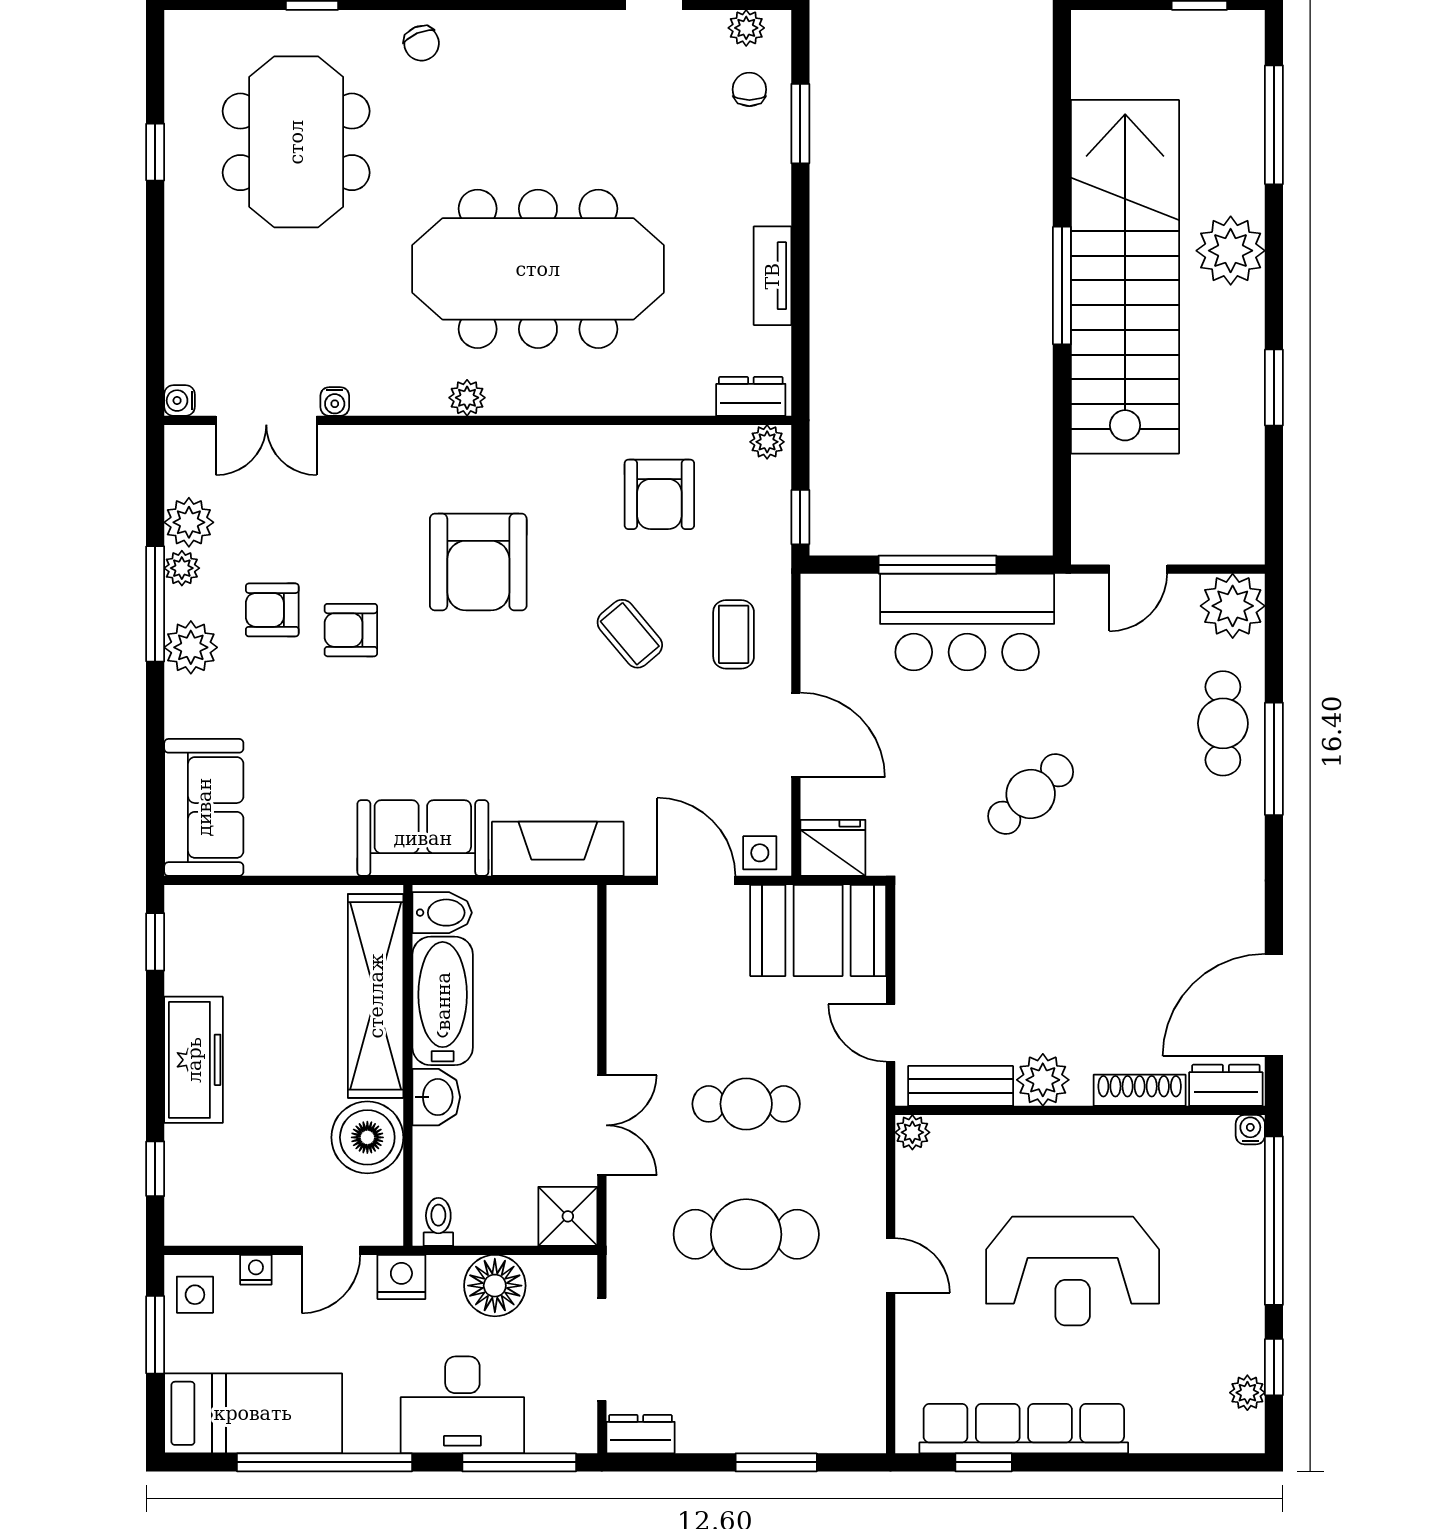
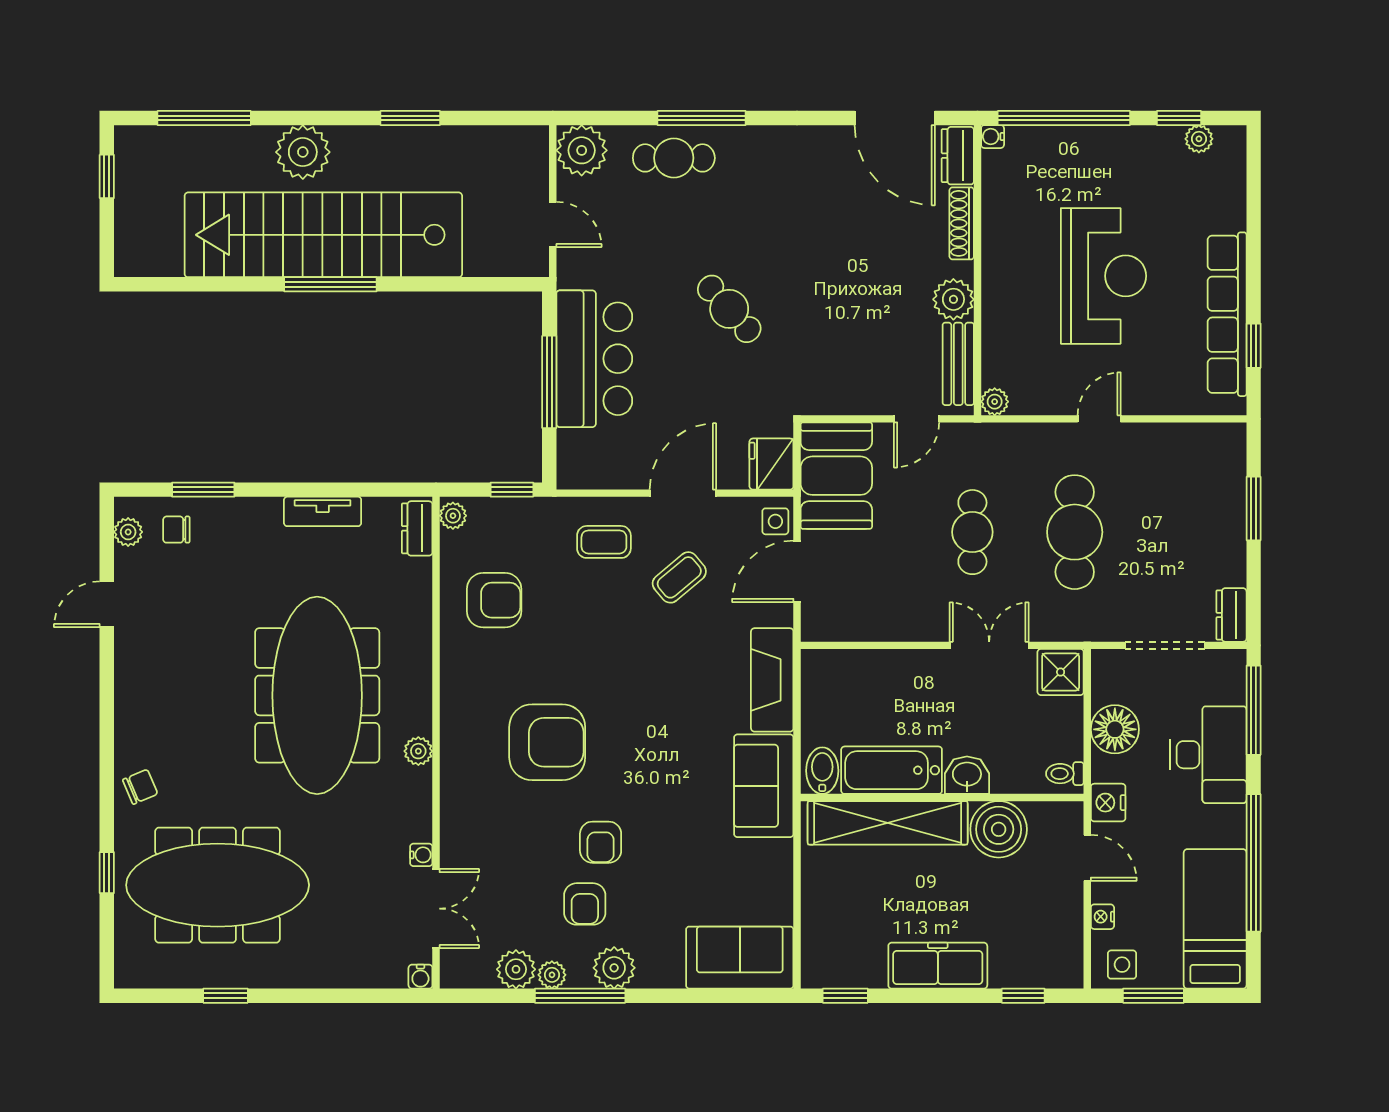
meeting table: (296, 142) -> (218, 885), width x1.36
coffee table: (630, 634) -> (679, 577), moved

